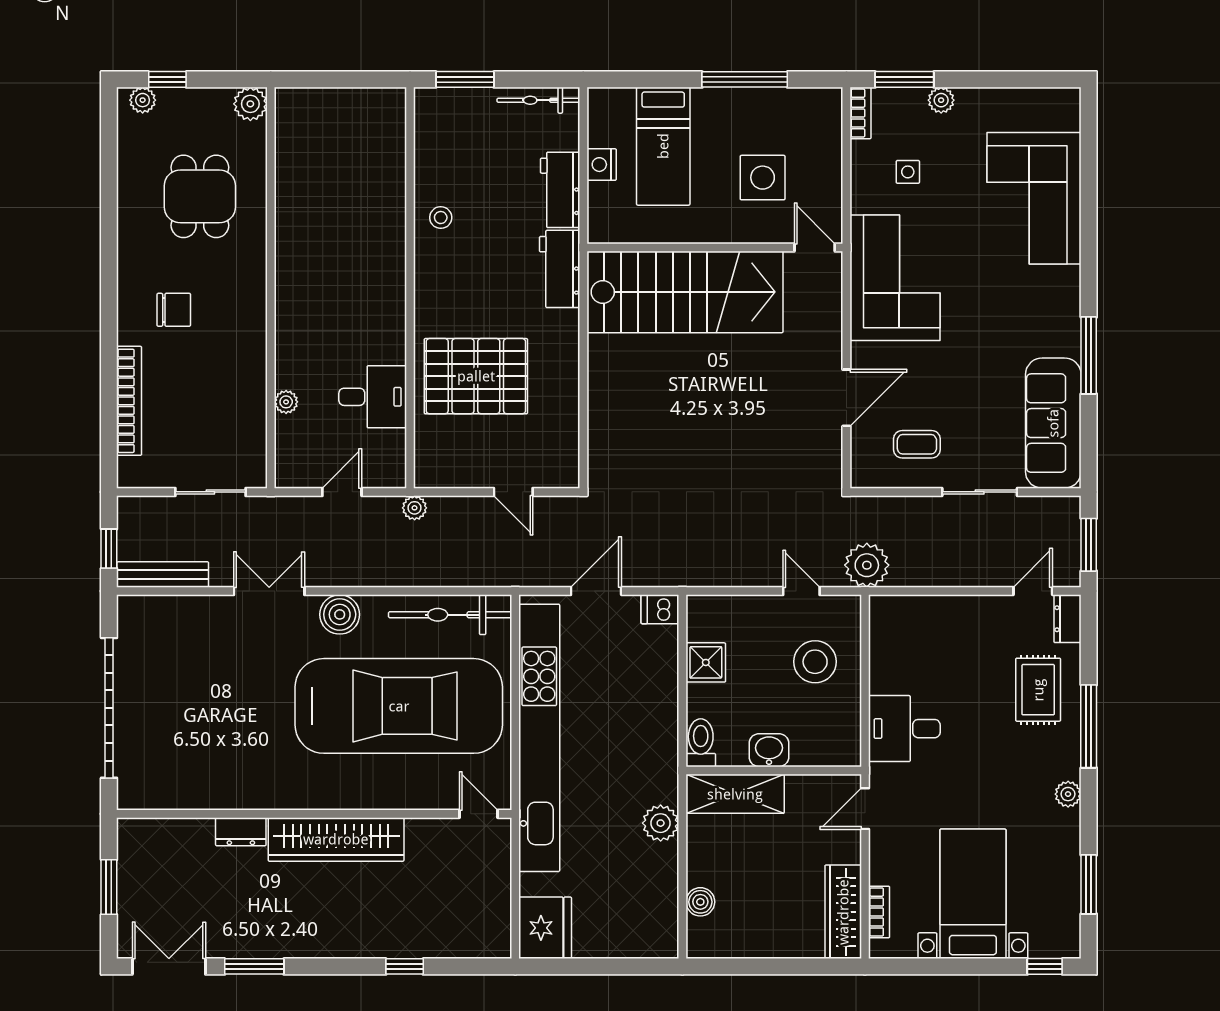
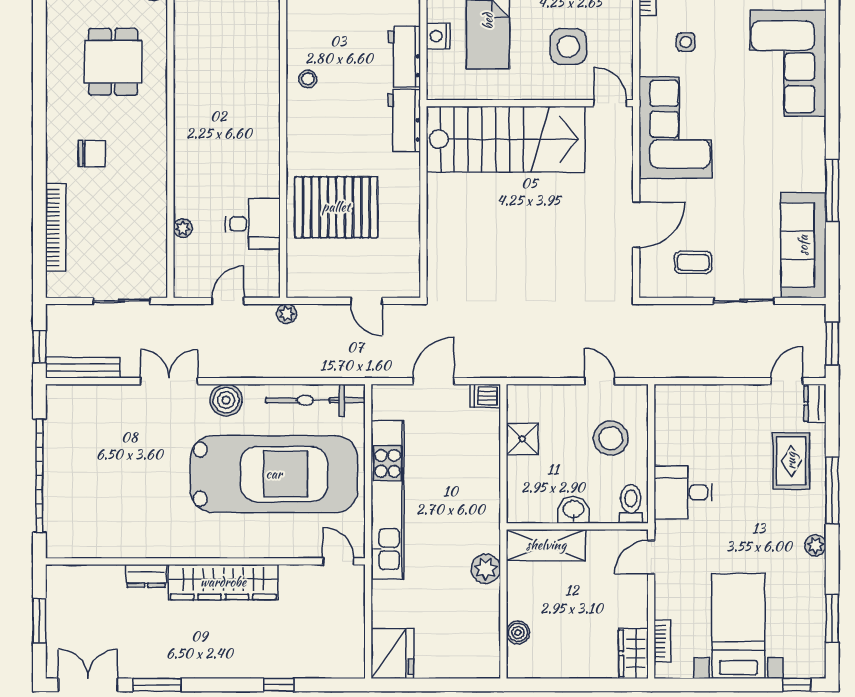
plant: (867, 565) -> (653, 360), removed
kitchen unit: (539, 738) -> (388, 500), width x0.73
toilet: (701, 743) -> (631, 504), moved
wardrobe: (843, 912) -> (633, 653), width x0.67

